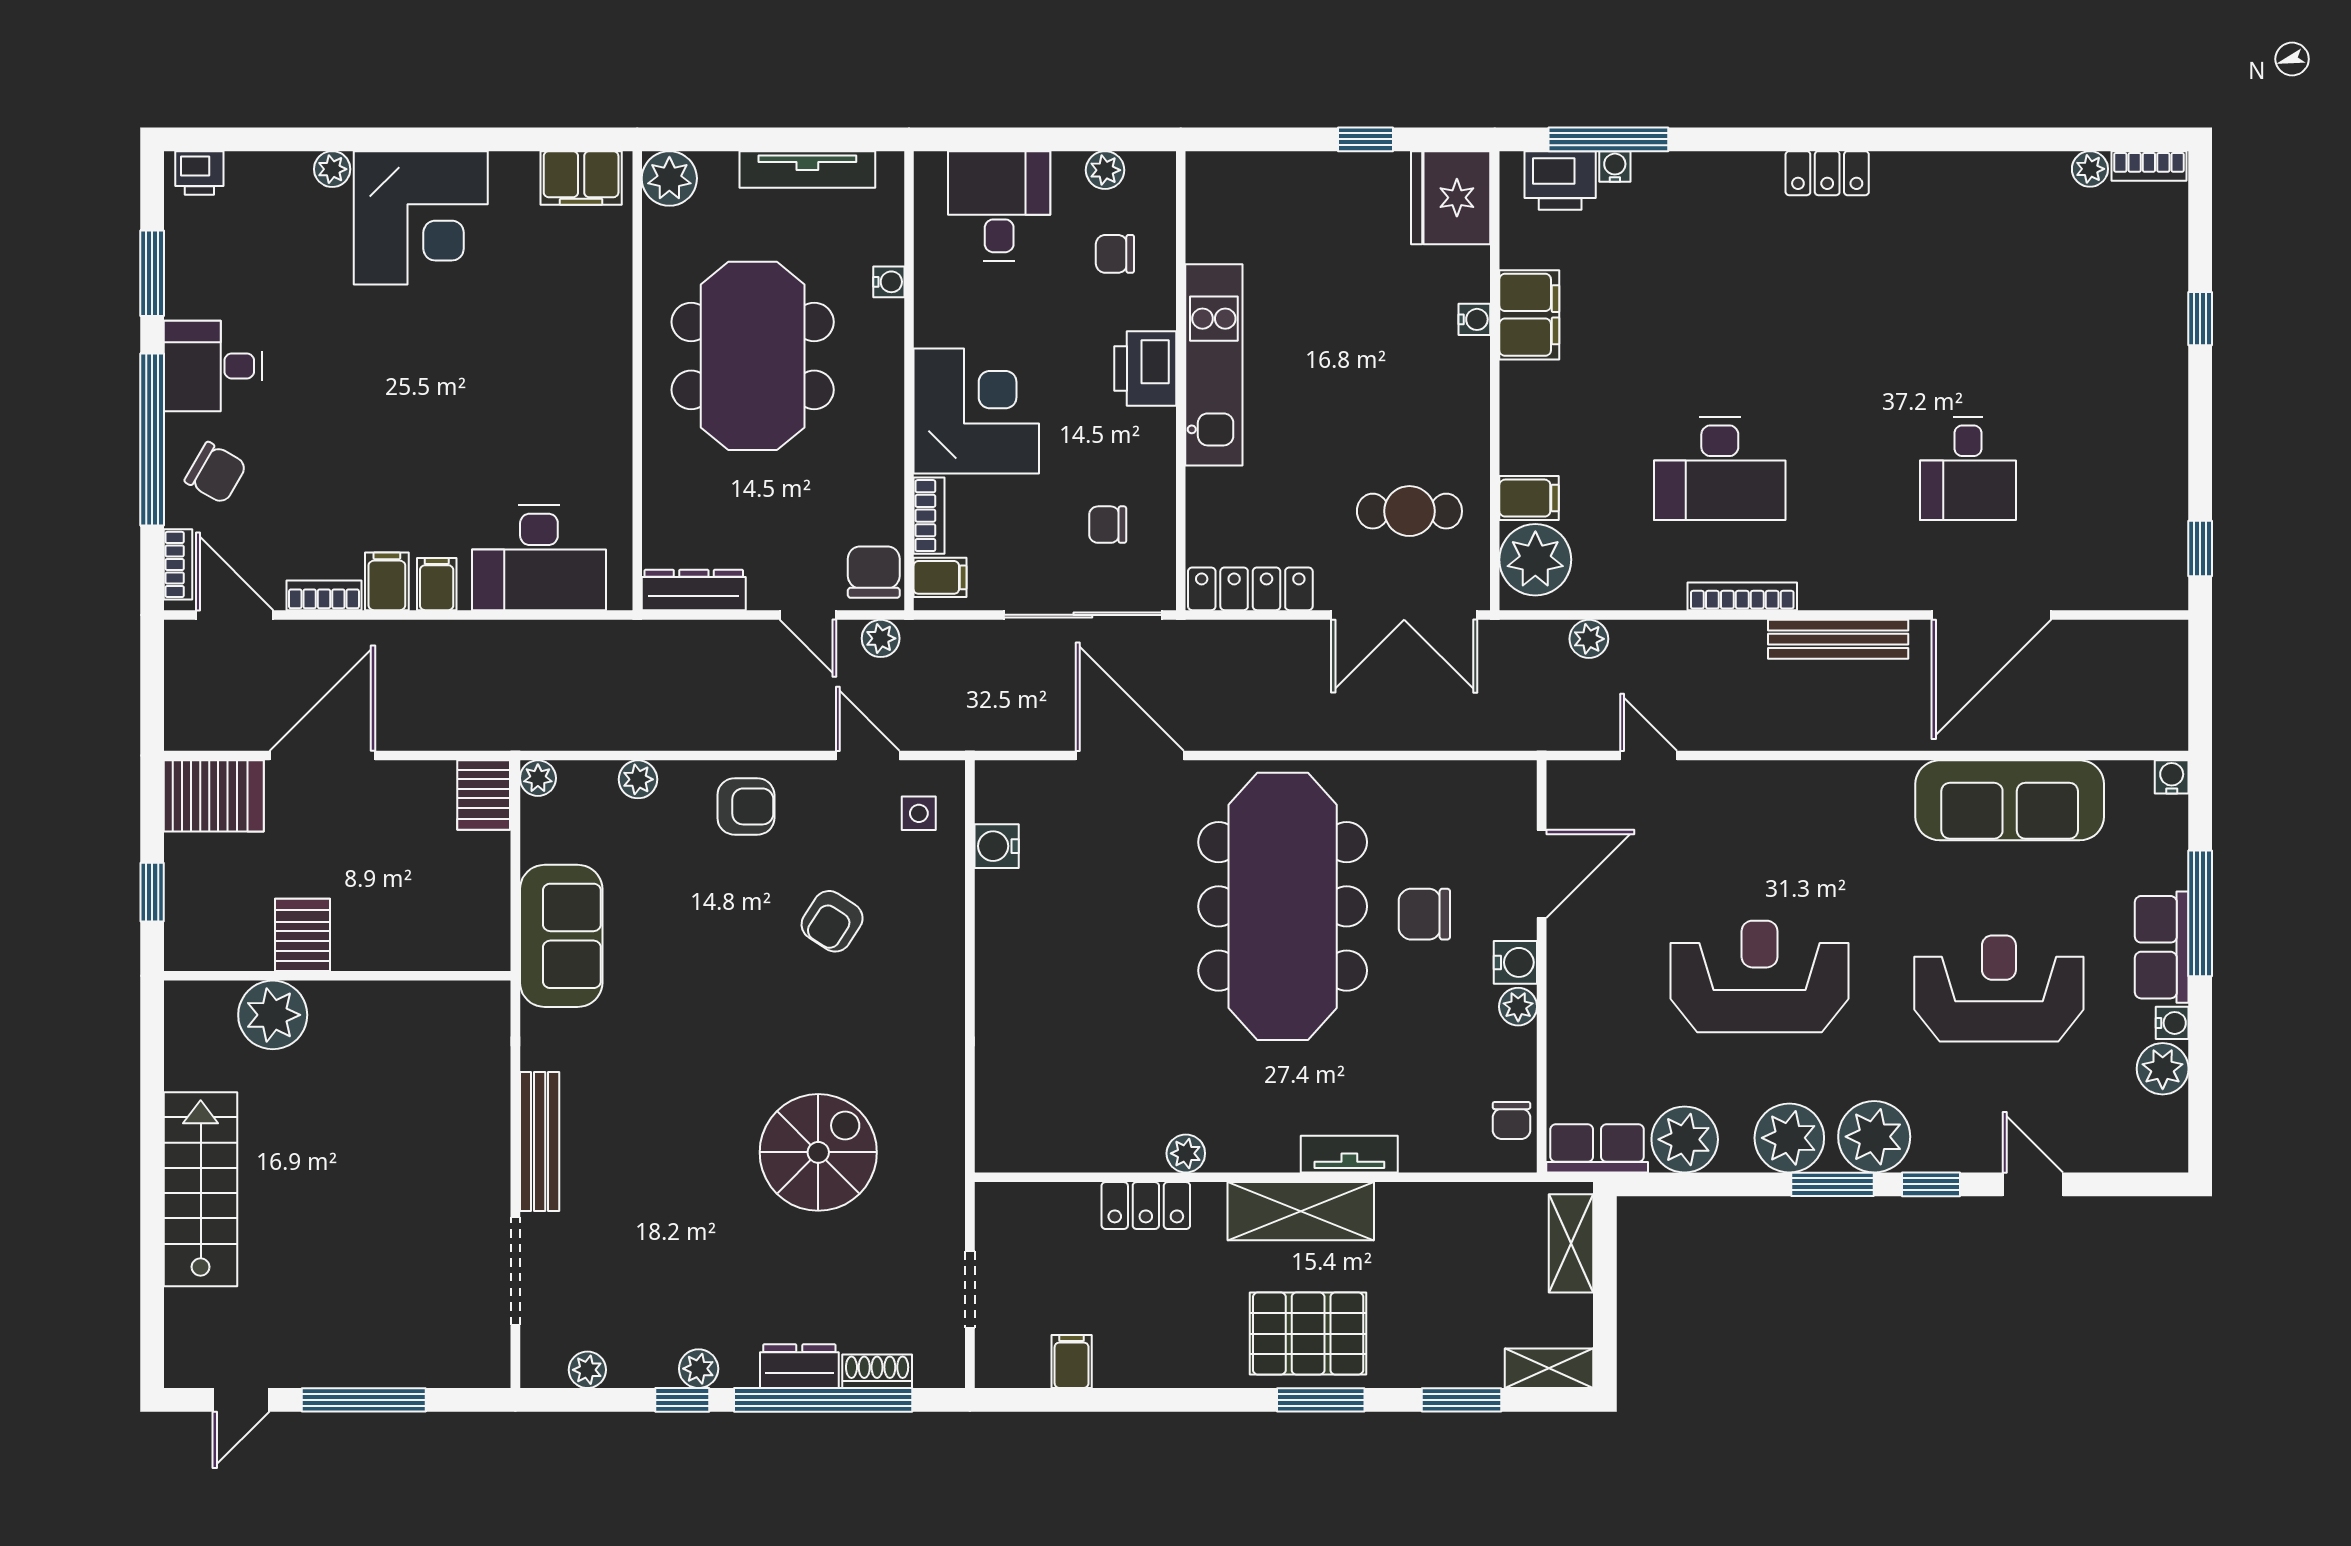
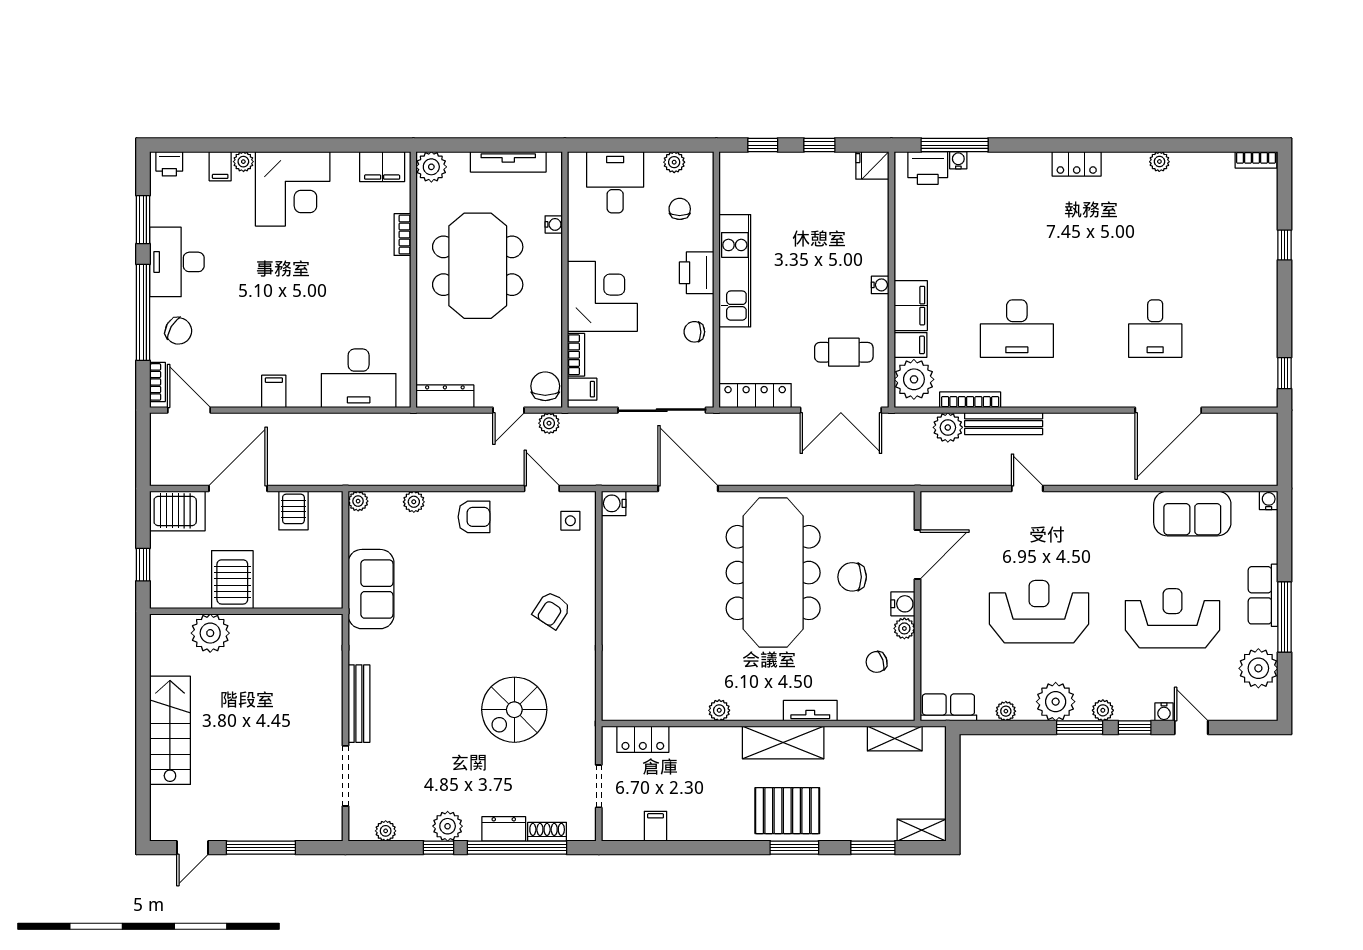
window: (1264, 139) -> (763, 145), added
plant: (2090, 169) -> (1159, 162), moved
fridge: (1451, 198) -> (872, 165), width x0.53, depth x0.75
chair: (1115, 254) -> (680, 209), turned 90
filing cabinet: (1529, 315) -> (911, 306), moved
water cooler: (1474, 319) -> (880, 285), moved
desk: (213, 366) -> (177, 262), width x1.37
chair: (1108, 525) -> (694, 332), moved
filing cabinet: (437, 584) -> (220, 166), moved, turned 180
bookcase: (324, 595) -> (402, 235), moved, turned -90
bookcase: (1742, 596) -> (970, 400), moved
door: (808, 615) -> (509, 410), hinge flipped
plant: (1589, 639) -> (948, 427), width x1.38, depth x1.38
bench: (1838, 639) -> (1004, 424), moved
door: (1649, 756) -> (1027, 488), moved
server rack: (484, 795) -> (293, 511), moved
sofa: (2010, 800) -> (1192, 513), width x0.73
water cooler: (997, 846) -> (614, 503), moved
window: (2200, 913) -> (1285, 617), moved
armchair: (832, 921) -> (552, 610), moved
server rack: (302, 935) -> (232, 580), width x1.36, depth x1.44
water cooler: (2172, 1023) -> (1164, 712), moved, turned 90
plant: (2163, 1069) -> (1258, 668), width x1.36, depth x1.36
chair: (1511, 1120) -> (877, 662), moved, turned 72
plant: (1874, 1137) -> (1103, 710), width x0.53, depth x0.53
plant: (1685, 1139) -> (1006, 711), width x0.53, depth x0.53
spiral stairs: (818, 1152) -> (514, 710), turned 180
locker: (1146, 1206) -> (643, 739), moved
shelving: (1571, 1243) -> (895, 739), moved, turned 90
plant: (699, 1369) -> (448, 826), width x1.38, depth x1.38

